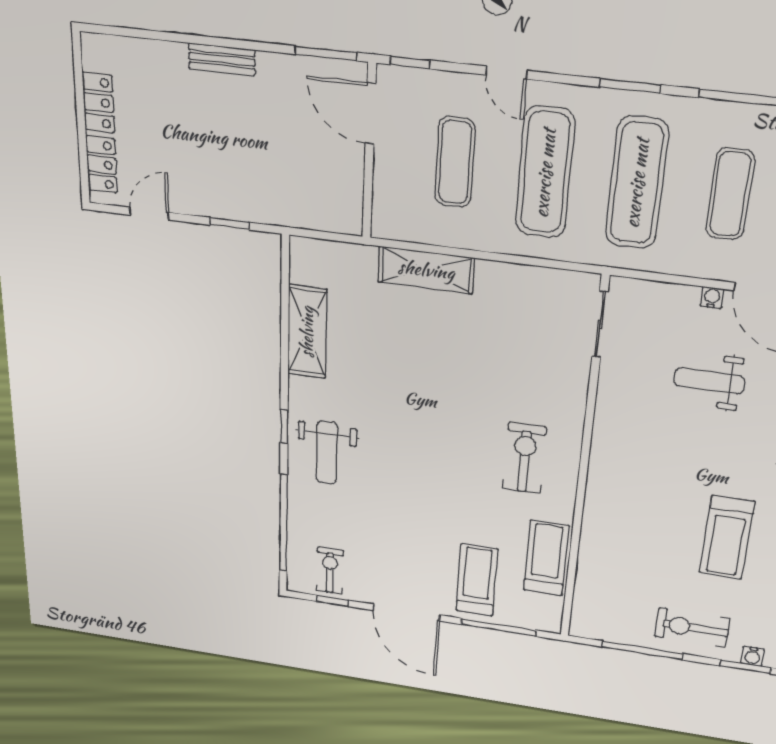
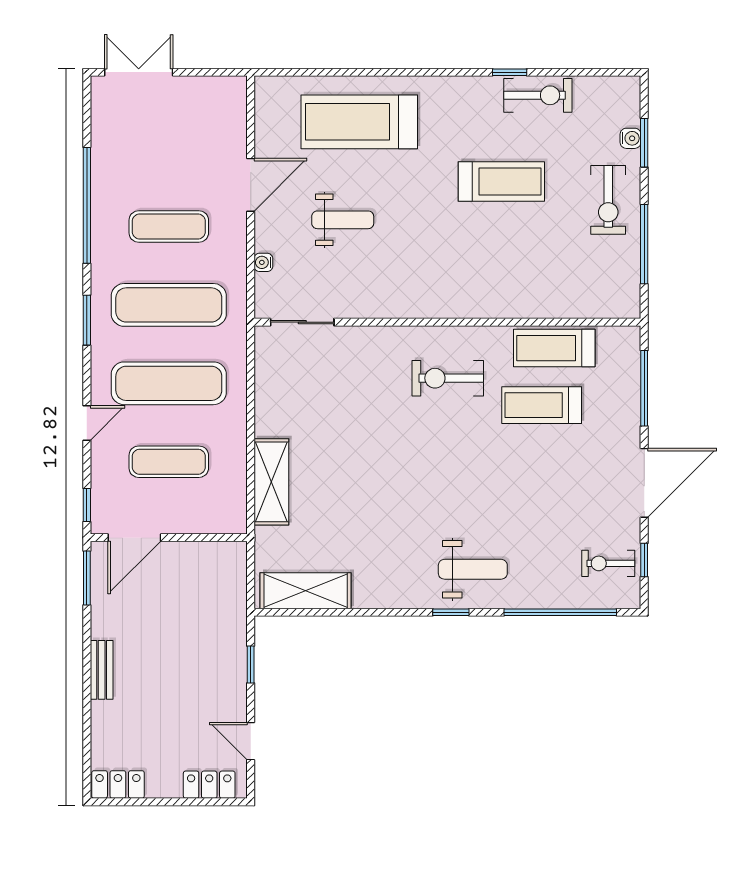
locker: (99, 103) -> (118, 784), moved
water cooler: (712, 298) -> (263, 262), moved
shelving: (307, 332) -> (306, 591), moved
weight bench: (709, 381) -> (343, 220), turned -90
treadmill: (477, 580) -> (542, 405), moved

